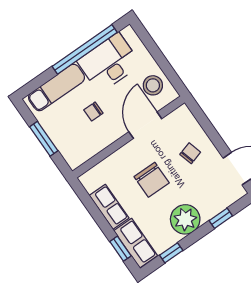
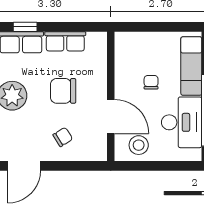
window: (44, 139) -> (157, 27), removed
chair: (190, 153) -> (63, 137), turned -106

